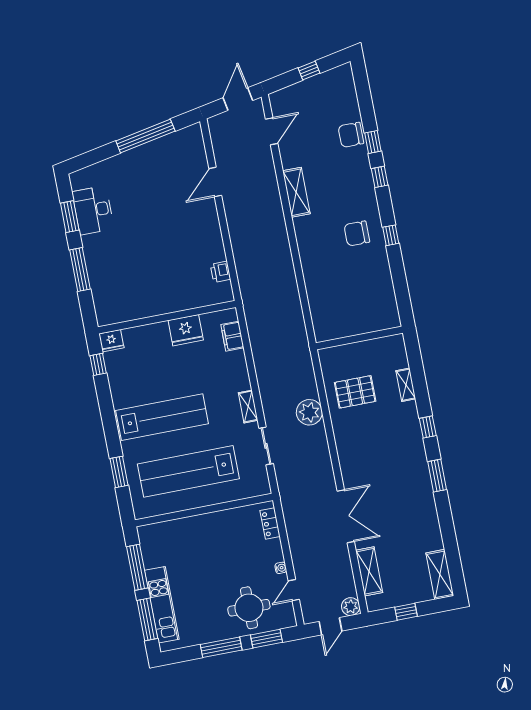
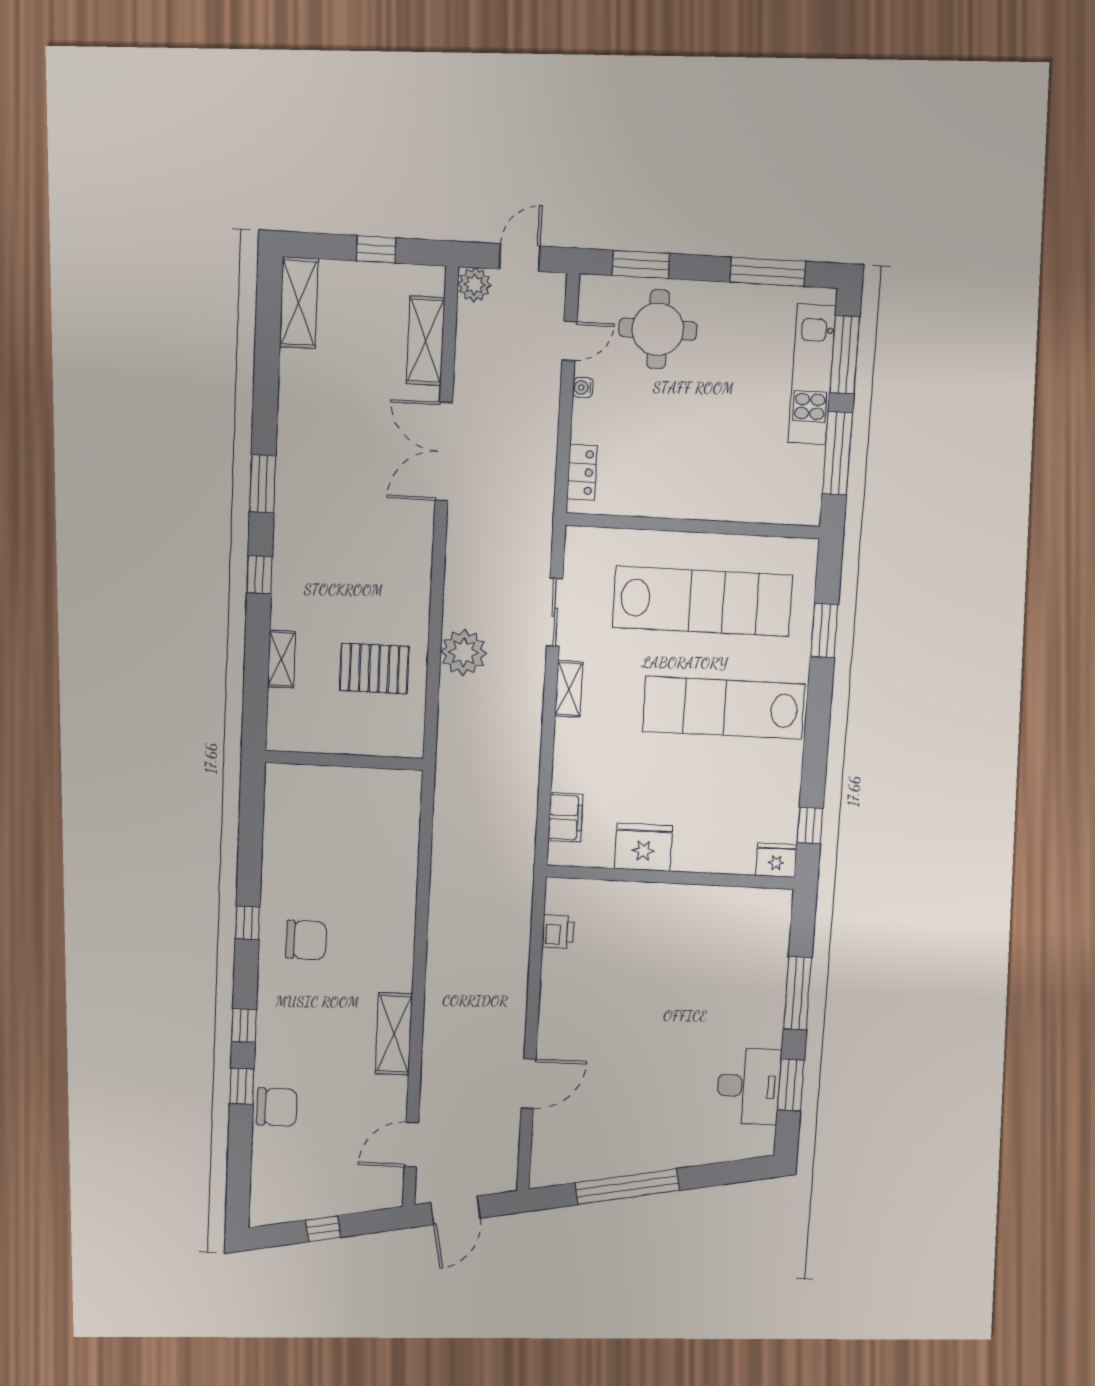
window: (221, 647) -> (768, 272), moved

